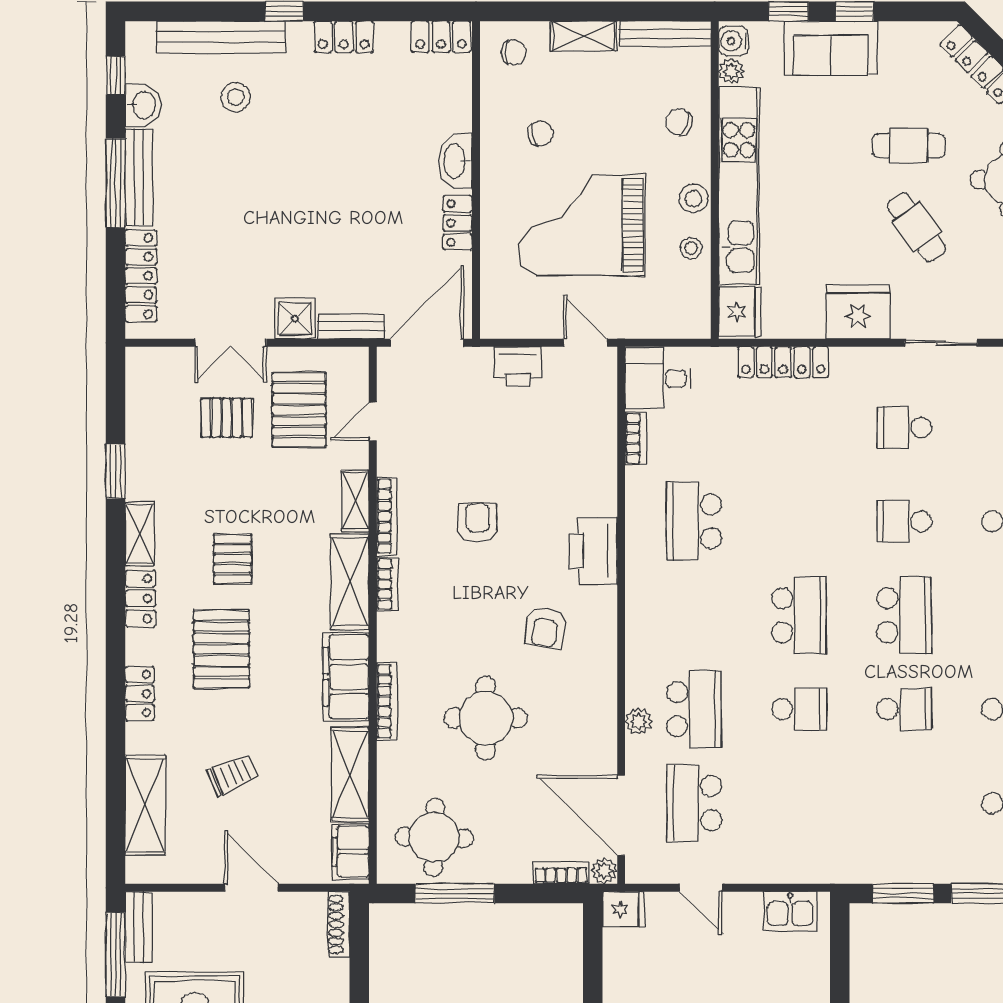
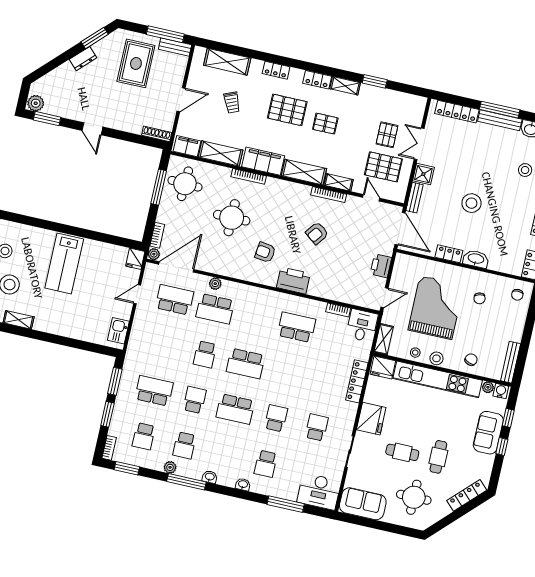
shelving: (583, 36) -> (384, 339), moved
stool: (335, 198) -> (471, 203), added
cafe table: (917, 227) -> (402, 452), turned 36
armchair: (478, 523) -> (317, 233), turned 127
bookcase: (387, 584) -> (299, 188), removed
school desk: (904, 709) -> (195, 400), turned 180
school desk: (904, 803) -> (154, 391), added

